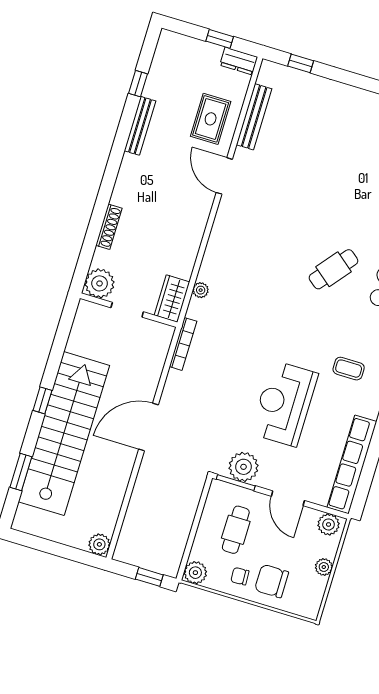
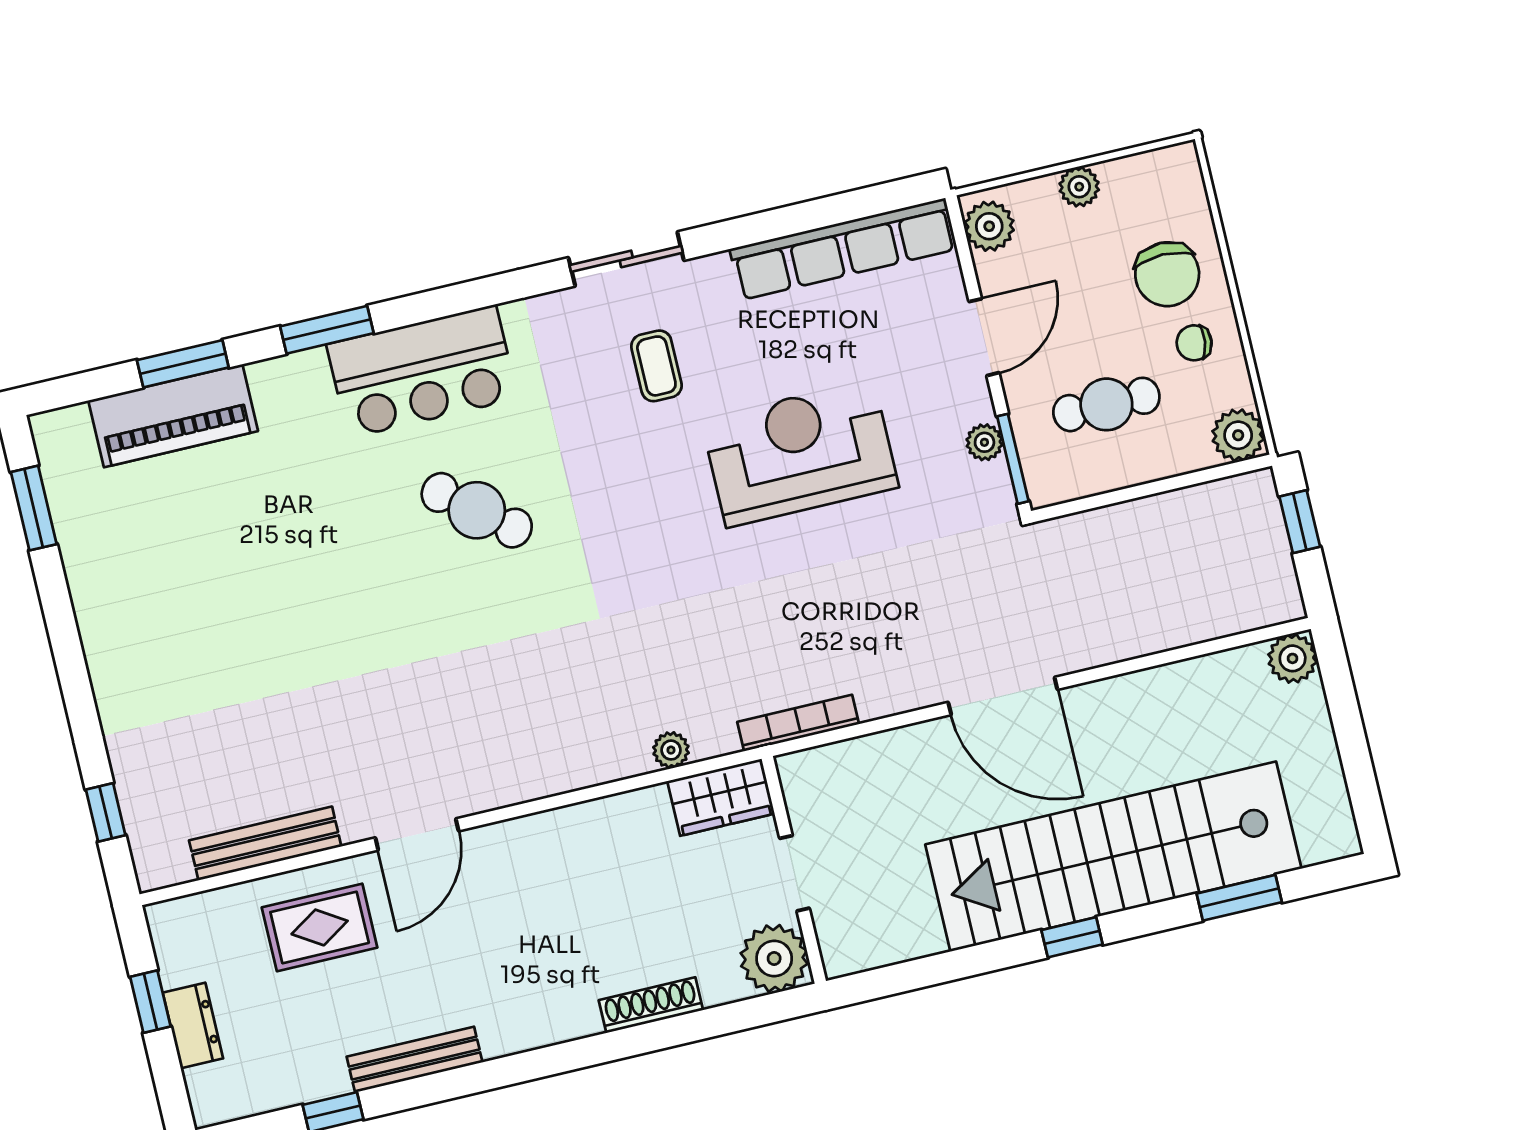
dresser: (239, 61) -> (193, 1026), moved
reception desk: (284, 404) -> (800, 453), turned 180
plant: (244, 467) -> (984, 442), width x0.53, depth x0.53
chair: (240, 576) -> (1194, 343), turned 100

